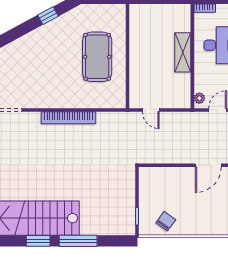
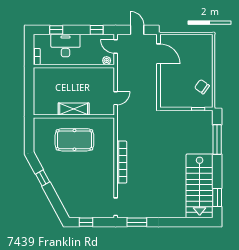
shelving: (183, 52) -> (74, 109), moved
window: (38, 241) -> (217, 198), moved
window: (78, 241) -> (217, 140), moved

